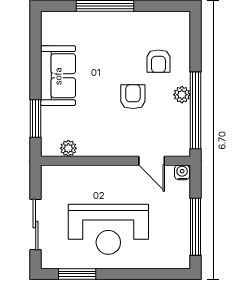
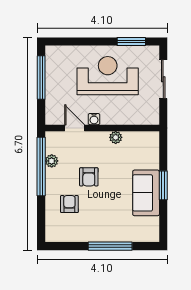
plant: (182, 95) -> (52, 161), moved
window: (36, 118) -> (163, 185), moved
plant: (68, 148) -> (116, 137), moved
water cooler: (182, 172) -> (94, 119), moved

